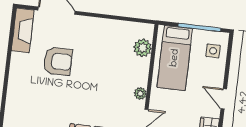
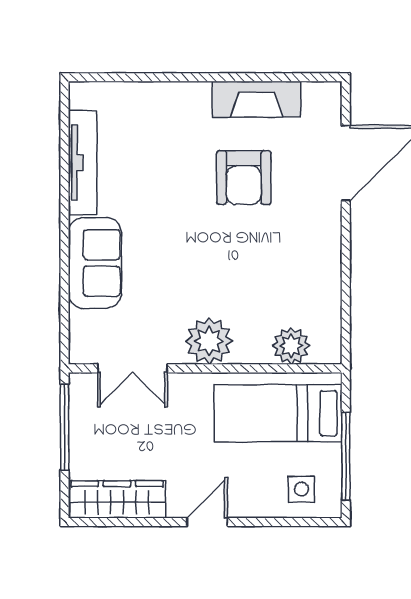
fireplace: (23, 30) -> (257, 99), moved
plant: (140, 94) -> (209, 341), width x1.88, depth x1.88

